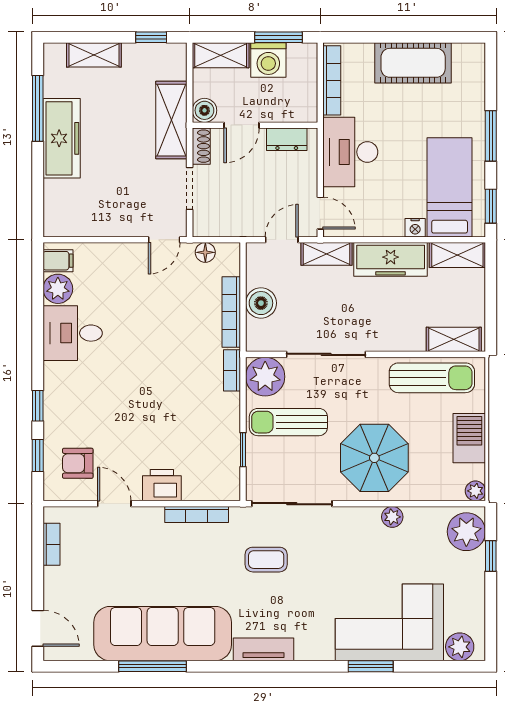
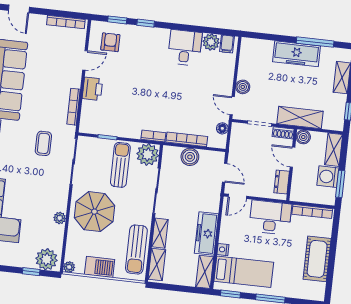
boiler: (129, 225) -> (243, 87), added
shelving: (326, 254) -> (160, 233), moved
bookcase: (51, 544) -> (66, 22), width x1.56
door: (38, 628) -> (19, 9), hinge flipped

